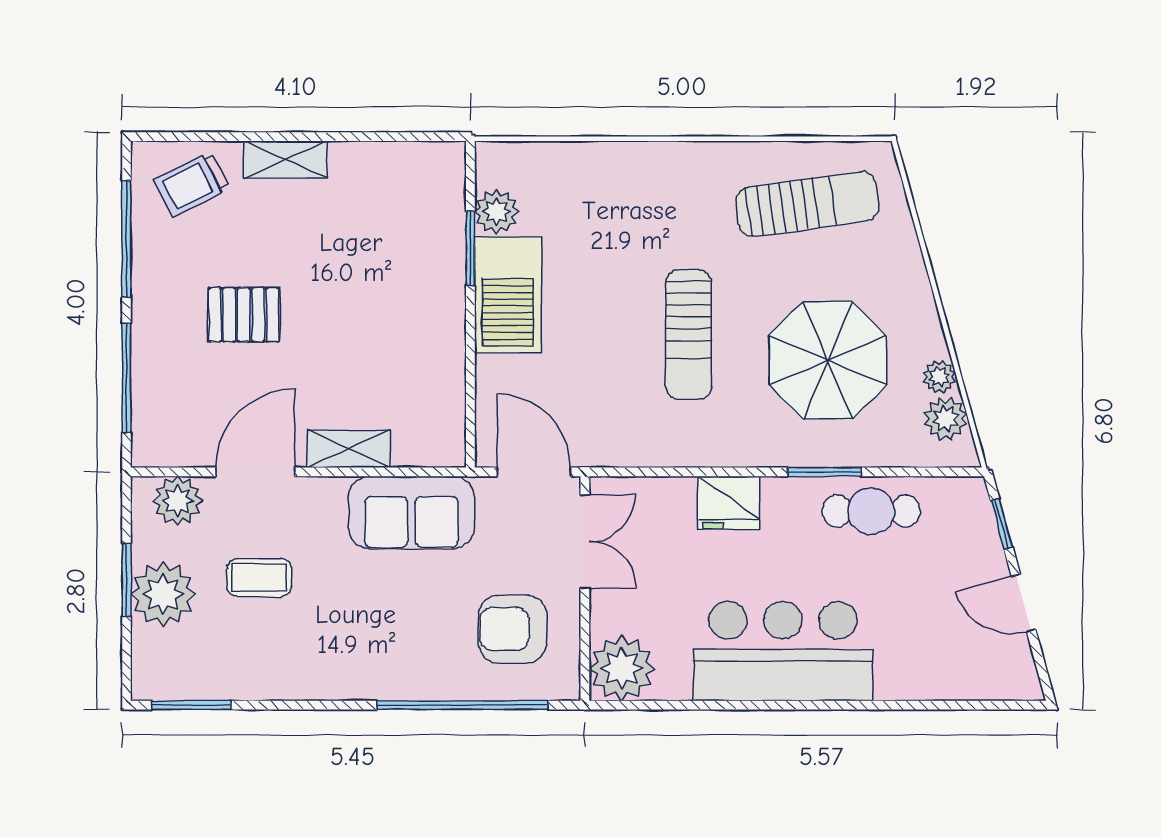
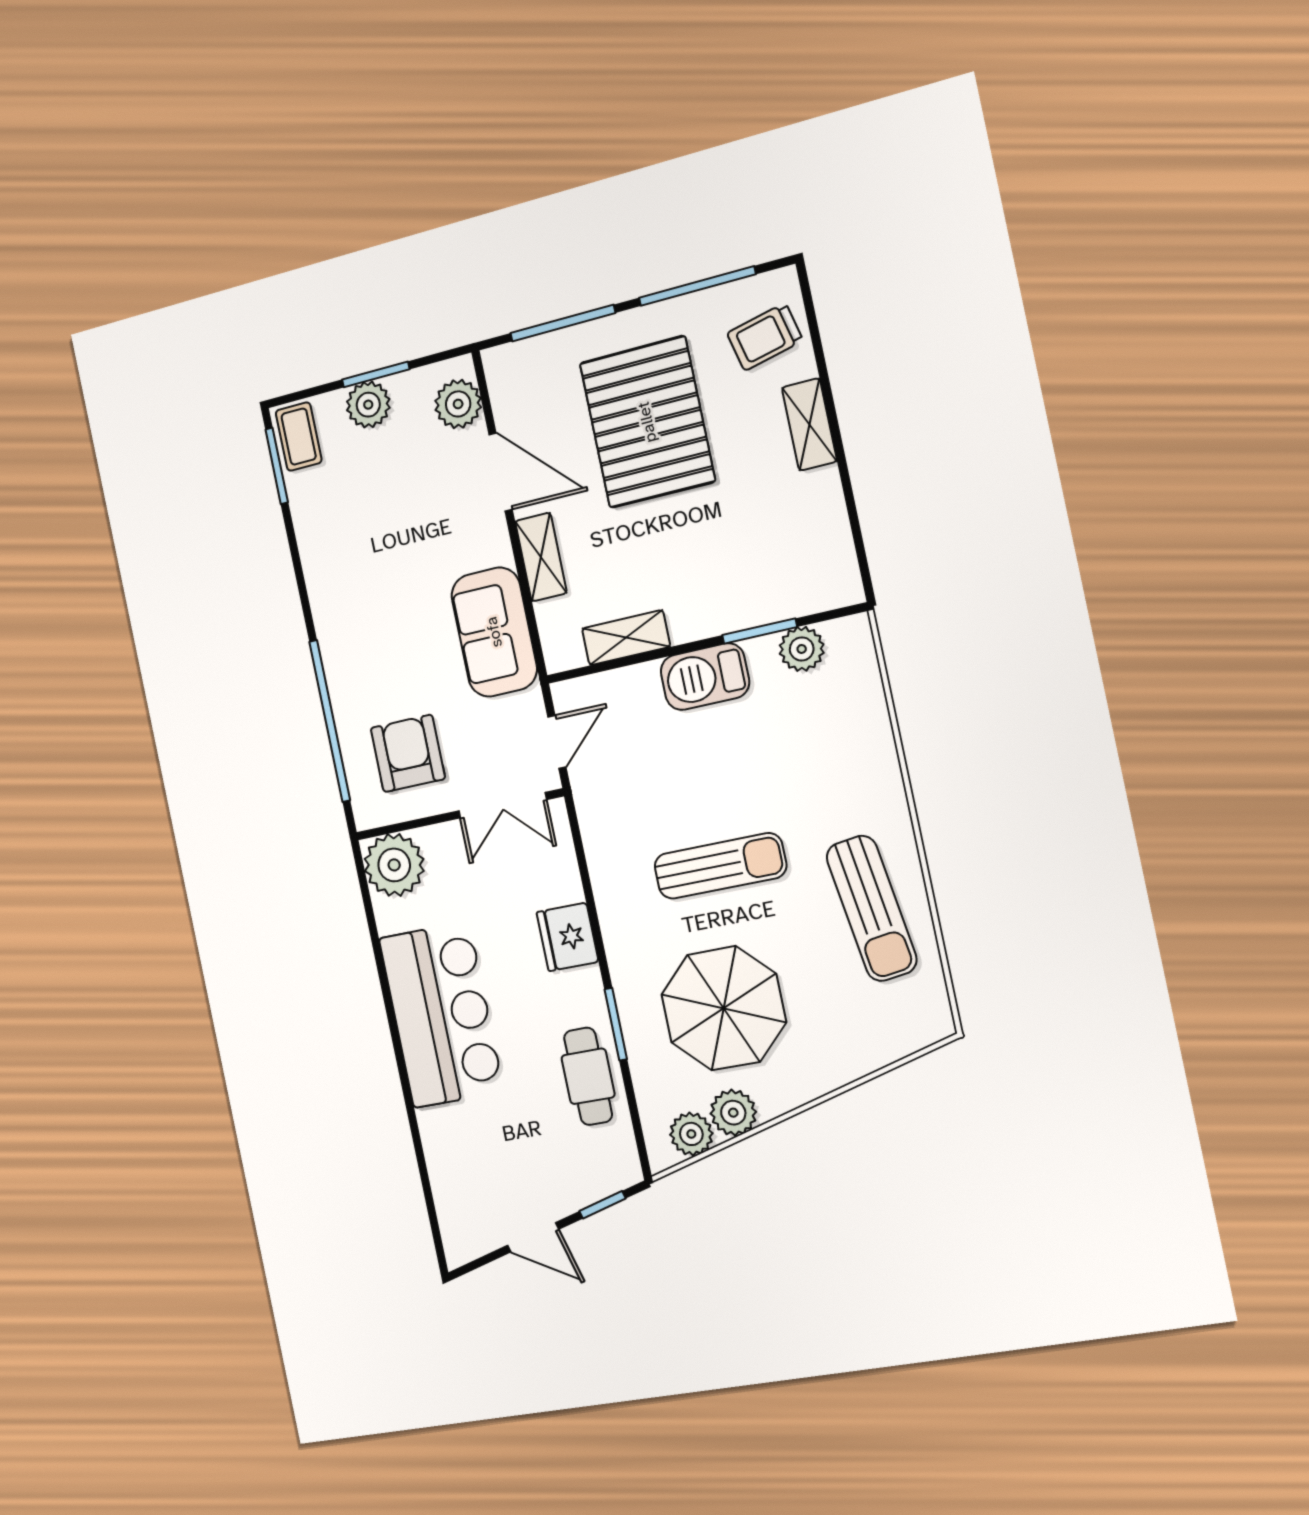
trolley: (192, 184) -> (765, 337), turned -76
sun lounger: (808, 204) -> (872, 908), moved
barbecue: (508, 295) -> (705, 677), width x0.73, depth x0.83
pallet: (244, 315) -> (647, 422), width x2.05, depth x2.00
sun lounger: (688, 334) -> (720, 866), turned 180
plant: (939, 377) -> (733, 1113), width x1.38, depth x1.38
shelving: (447, 380) -> (626, 638), added
door: (534, 472) -> (557, 742), width x0.73
coffee table: (259, 577) -> (299, 437), moved
plant: (163, 594) -> (368, 405), width x0.73, depth x0.73
door: (1024, 603) -> (533, 1237), swing flipped

